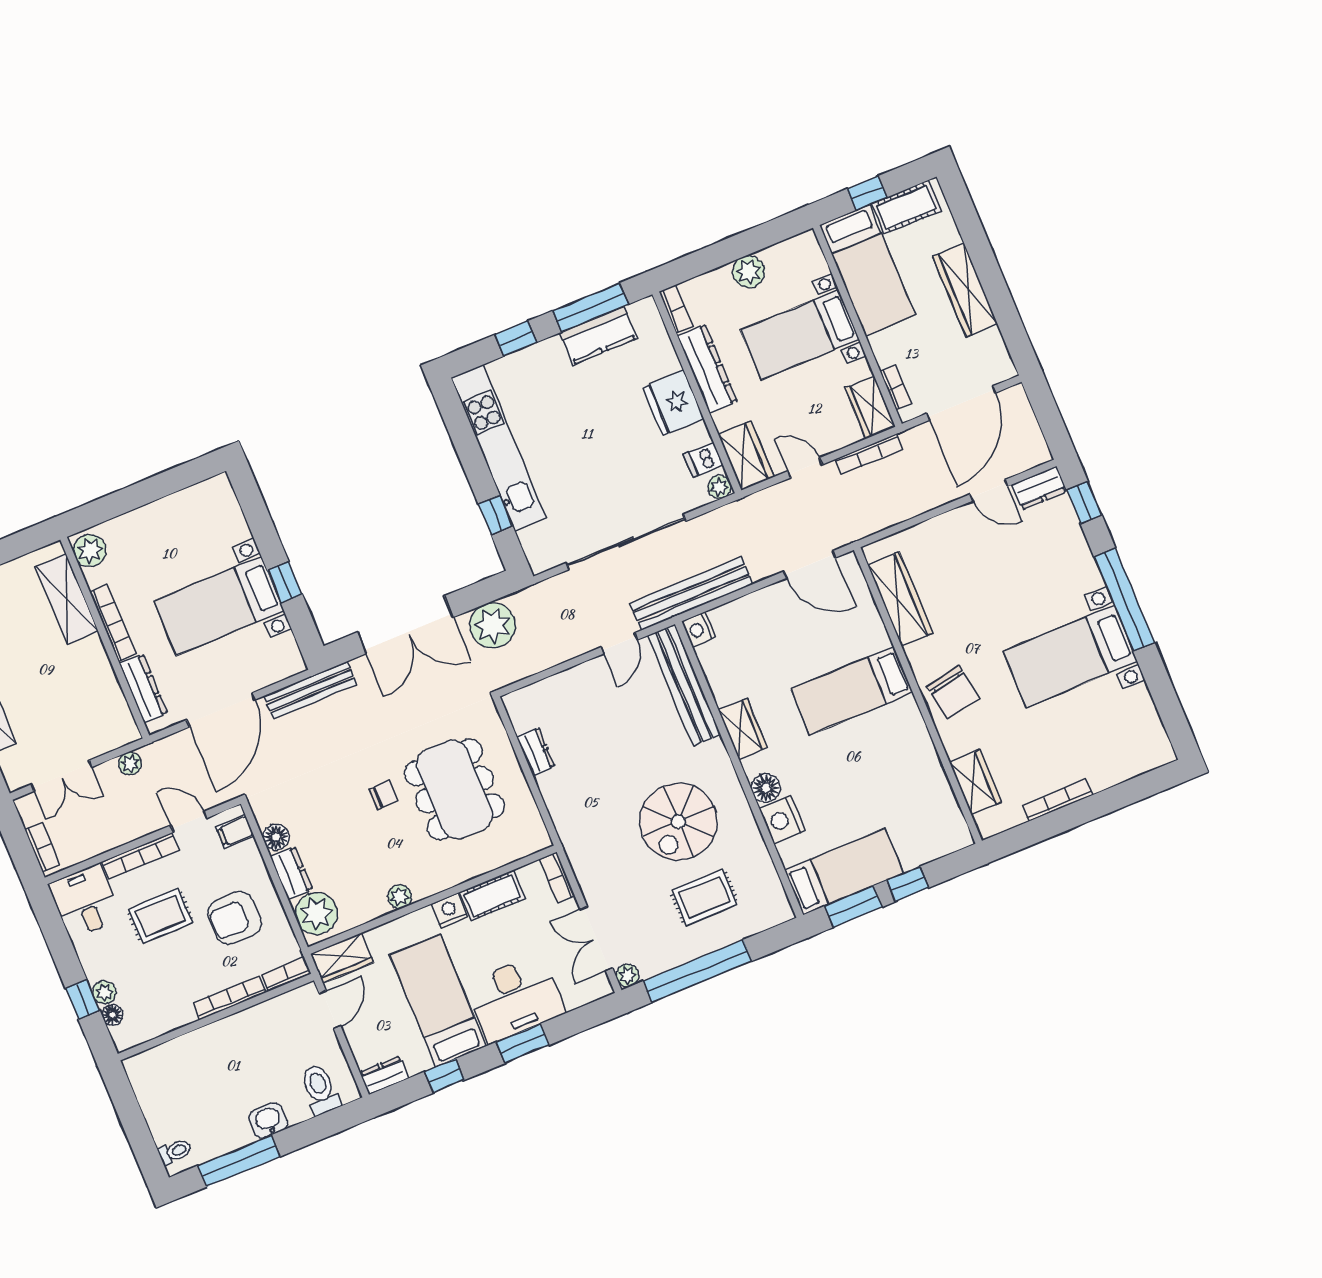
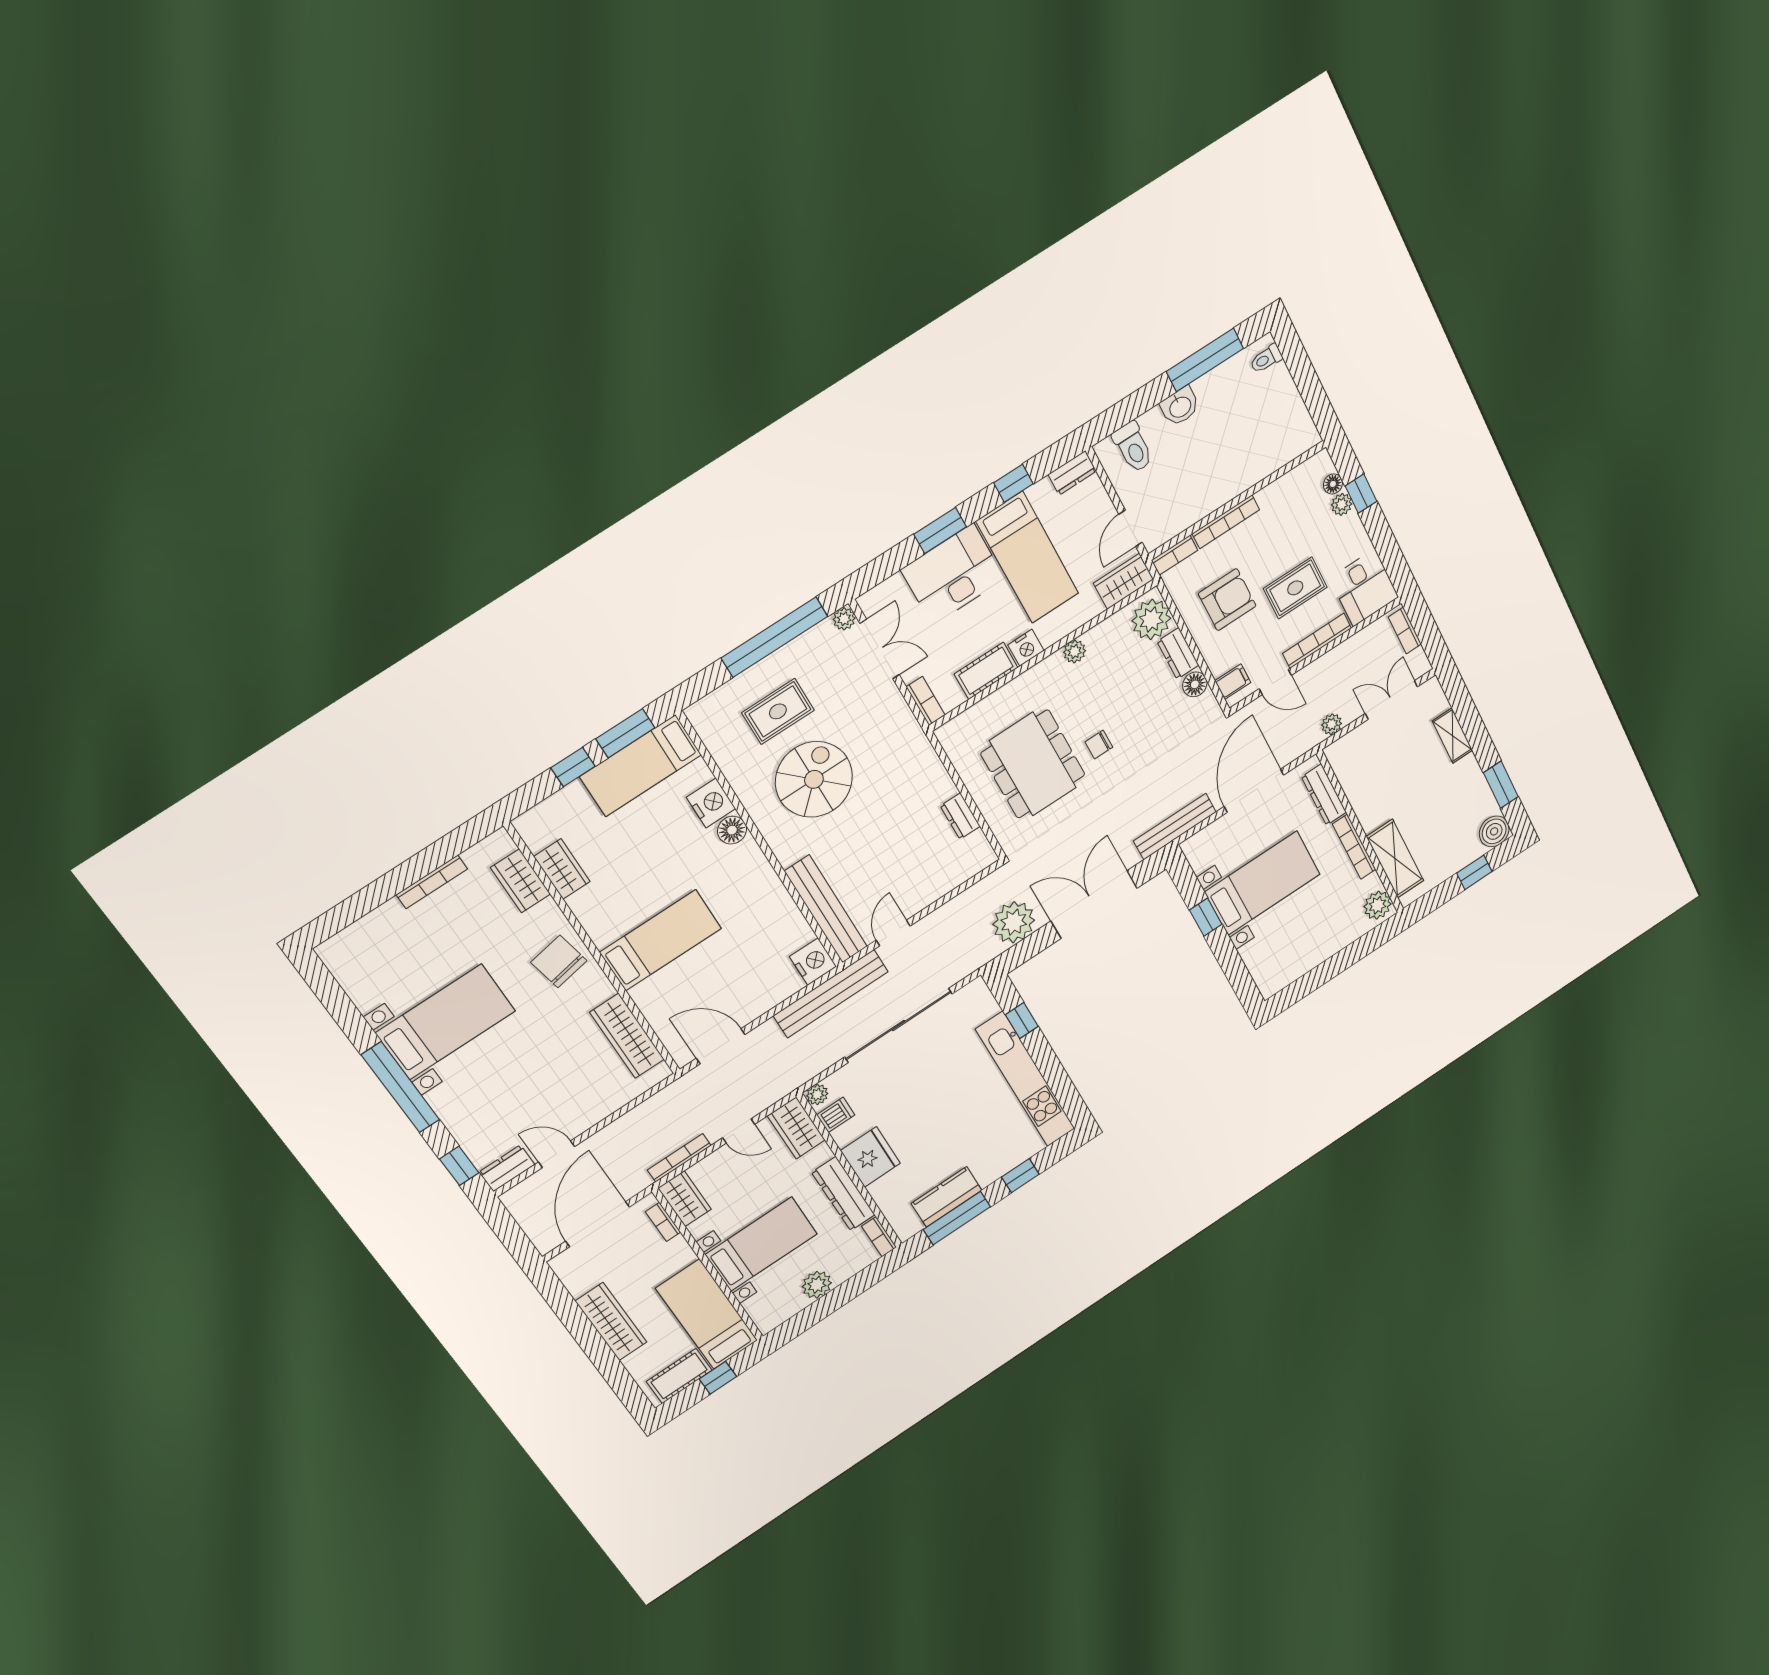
nightstand: (699, 629) -> (813, 962), width x1.36, depth x1.33
wardrobe: (743, 729) -> (562, 869), moved, turned 180

